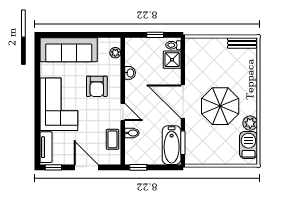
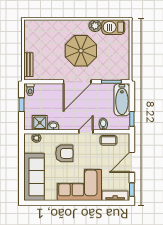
bench: (242, 43) -> (28, 65), moved
shower: (172, 60) -> (40, 123), moved
bathtub: (172, 145) -> (122, 100), moved, turned 90

